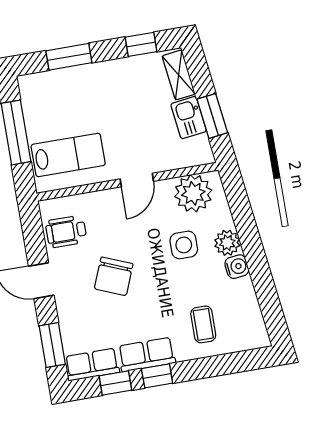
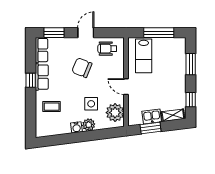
wheelchair: (66, 232) -> (107, 49), turned -90
window: (115, 383) -> (31, 60), removed

